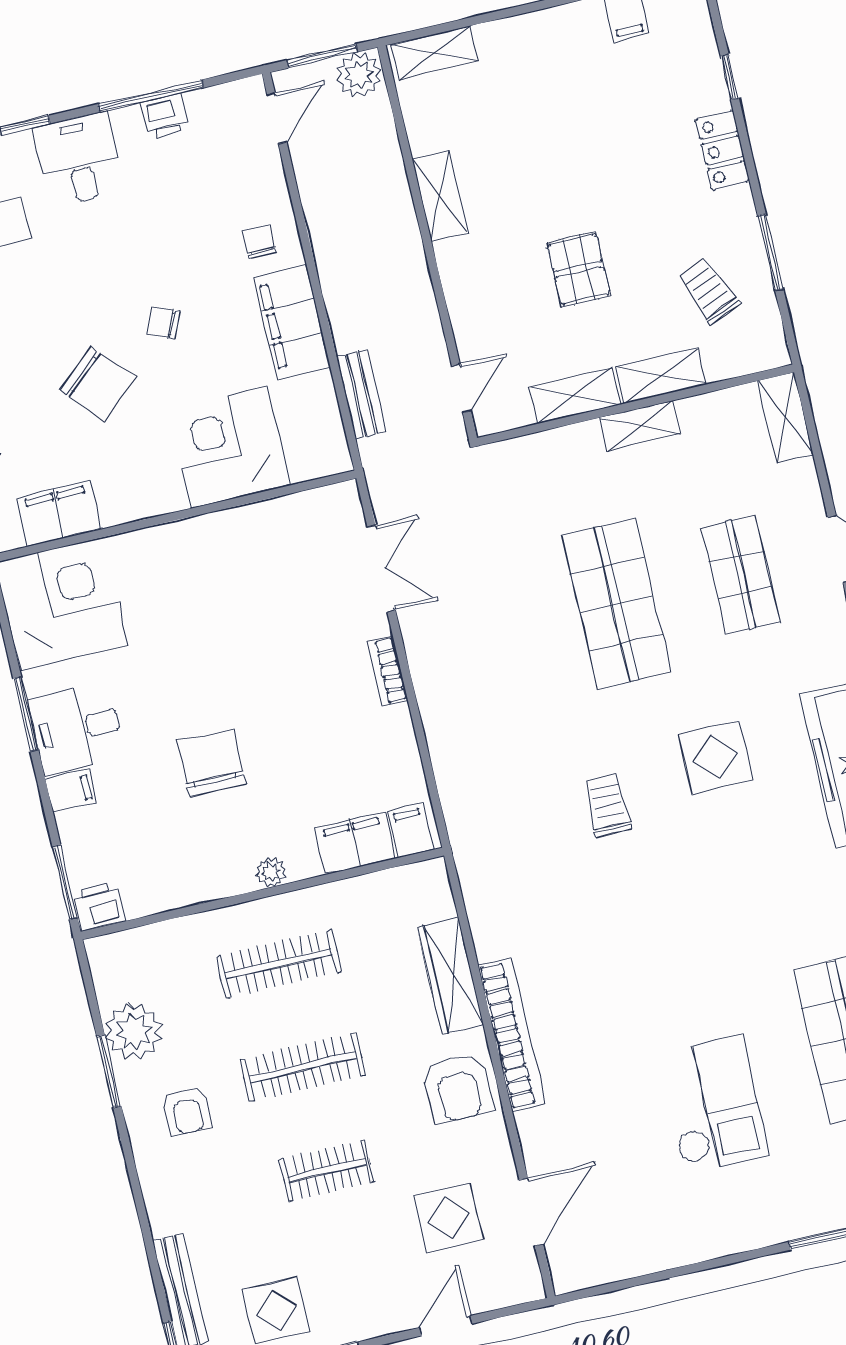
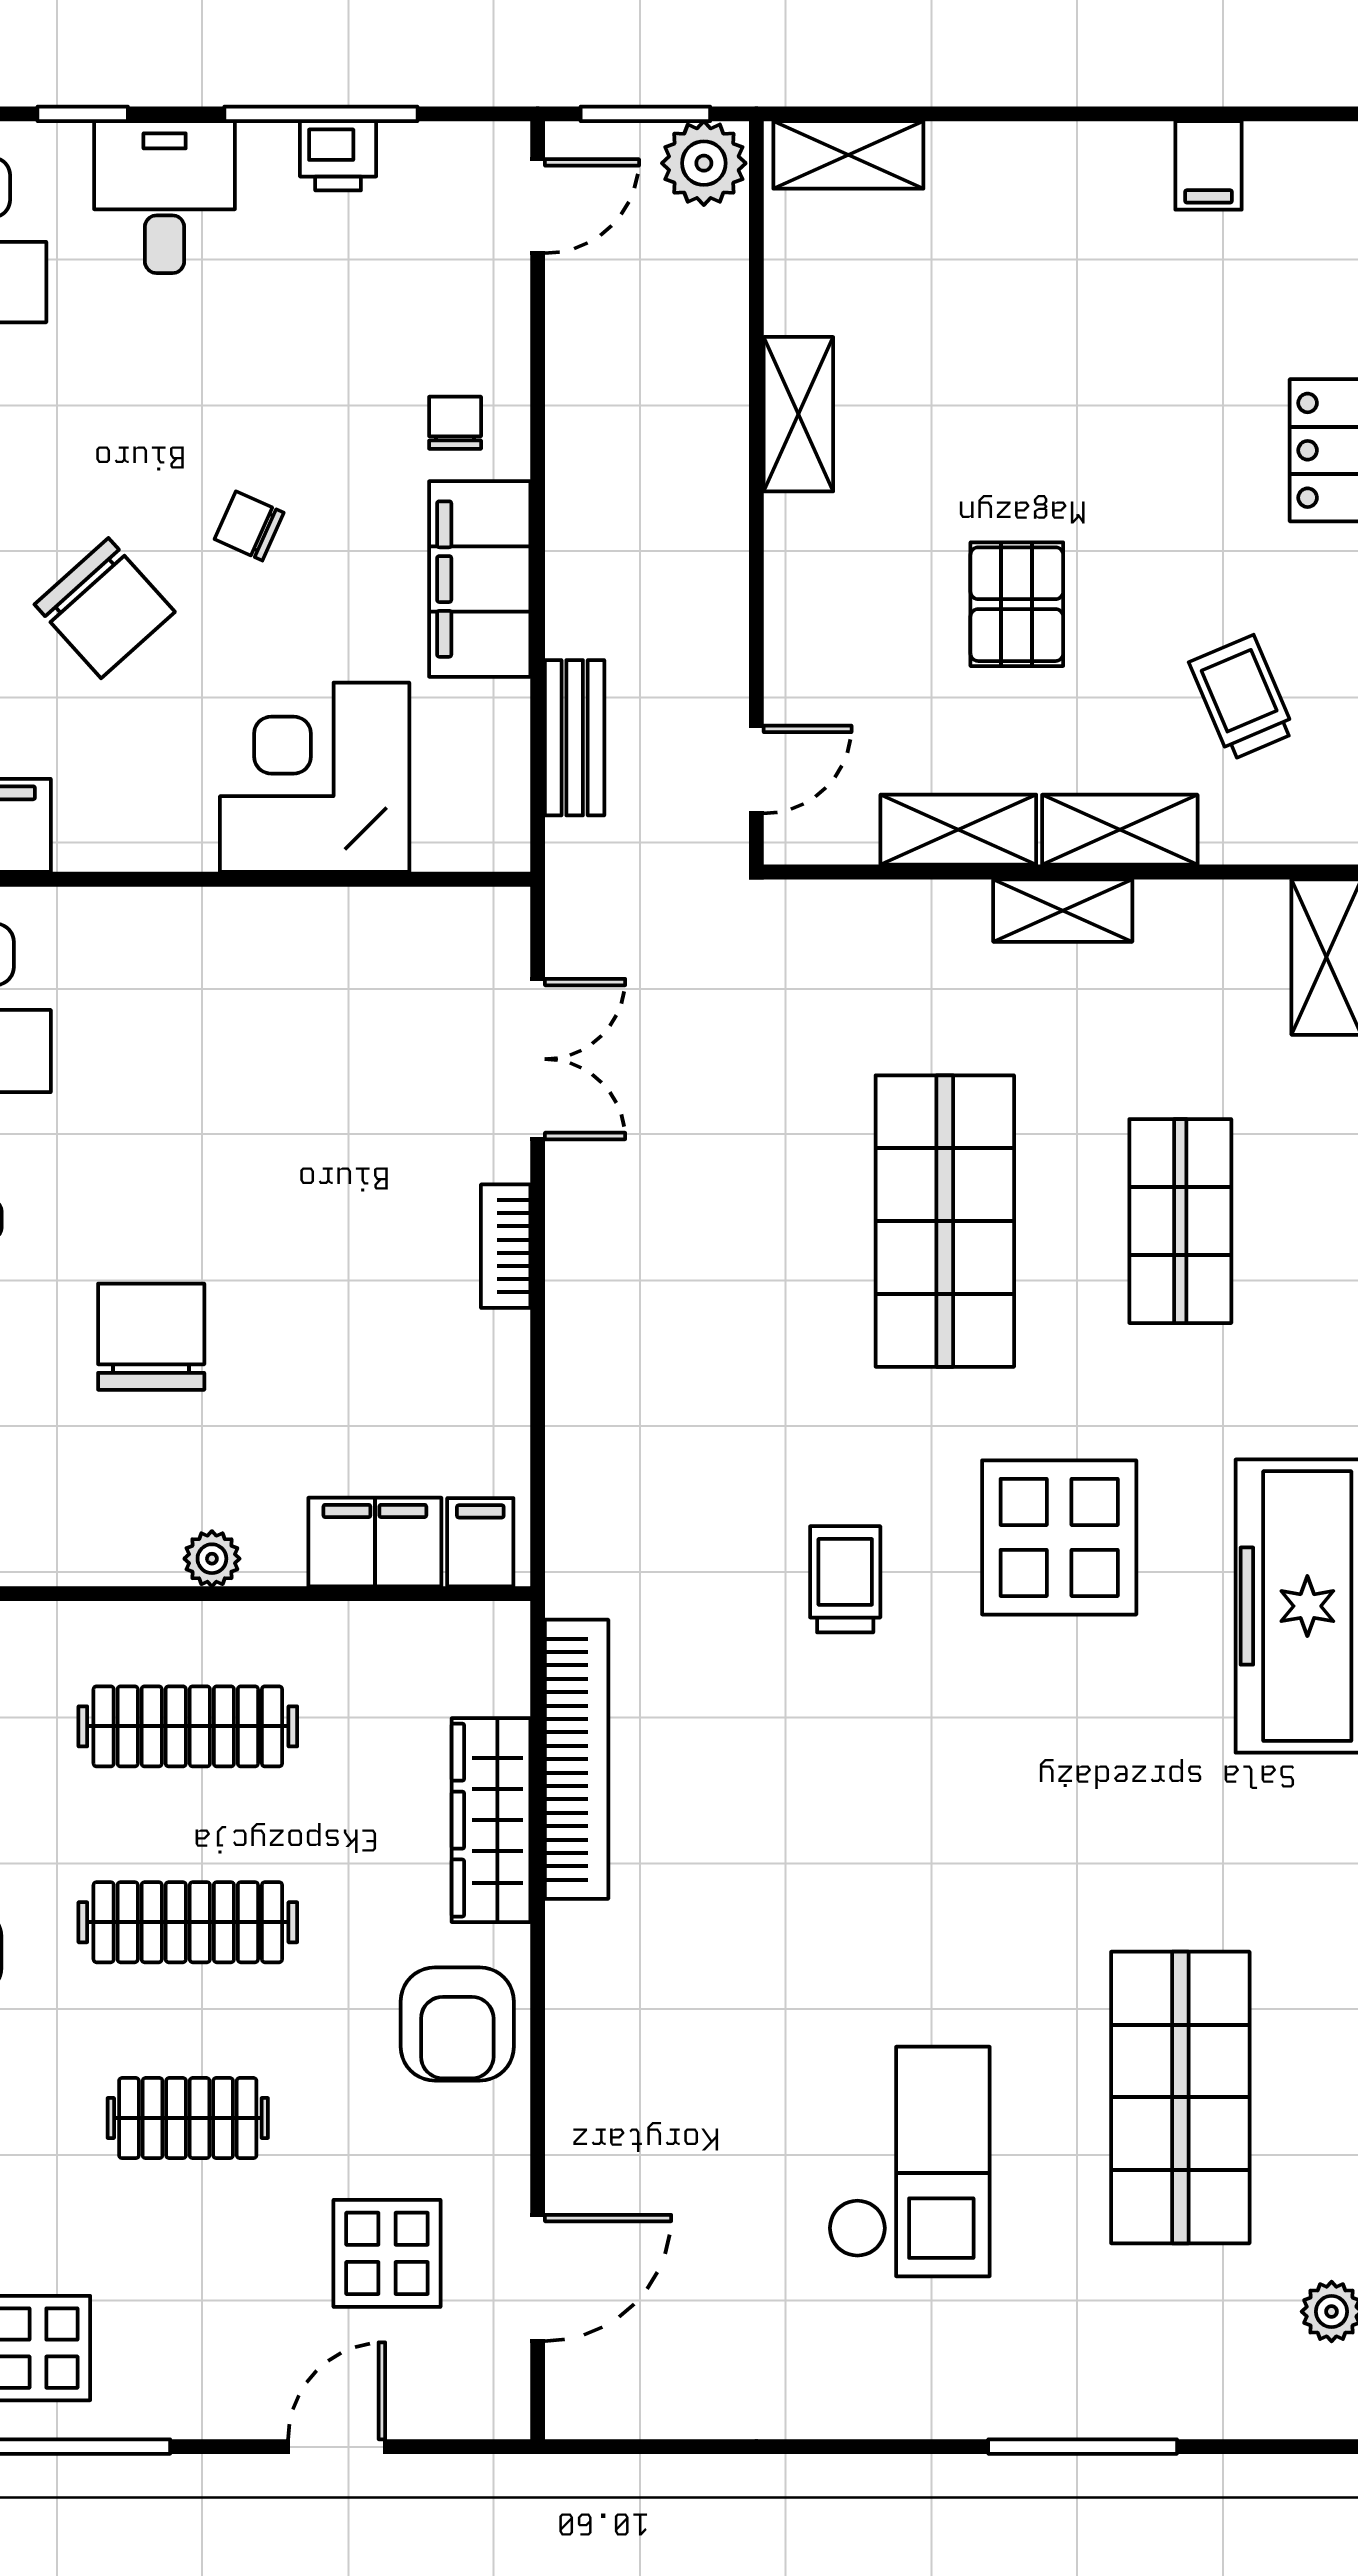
display table: (716, 757) -> (1059, 1537), width x1.36, depth x1.36
bookcase: (512, 1034) -> (577, 1759), moved

